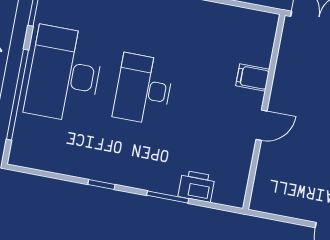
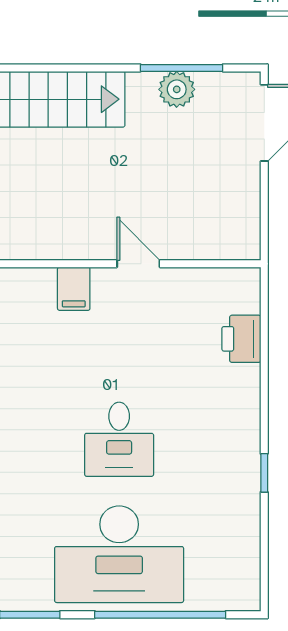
desk: (143, 89) -> (119, 439), width x0.73
window: (168, 197) -> (264, 376), removed

